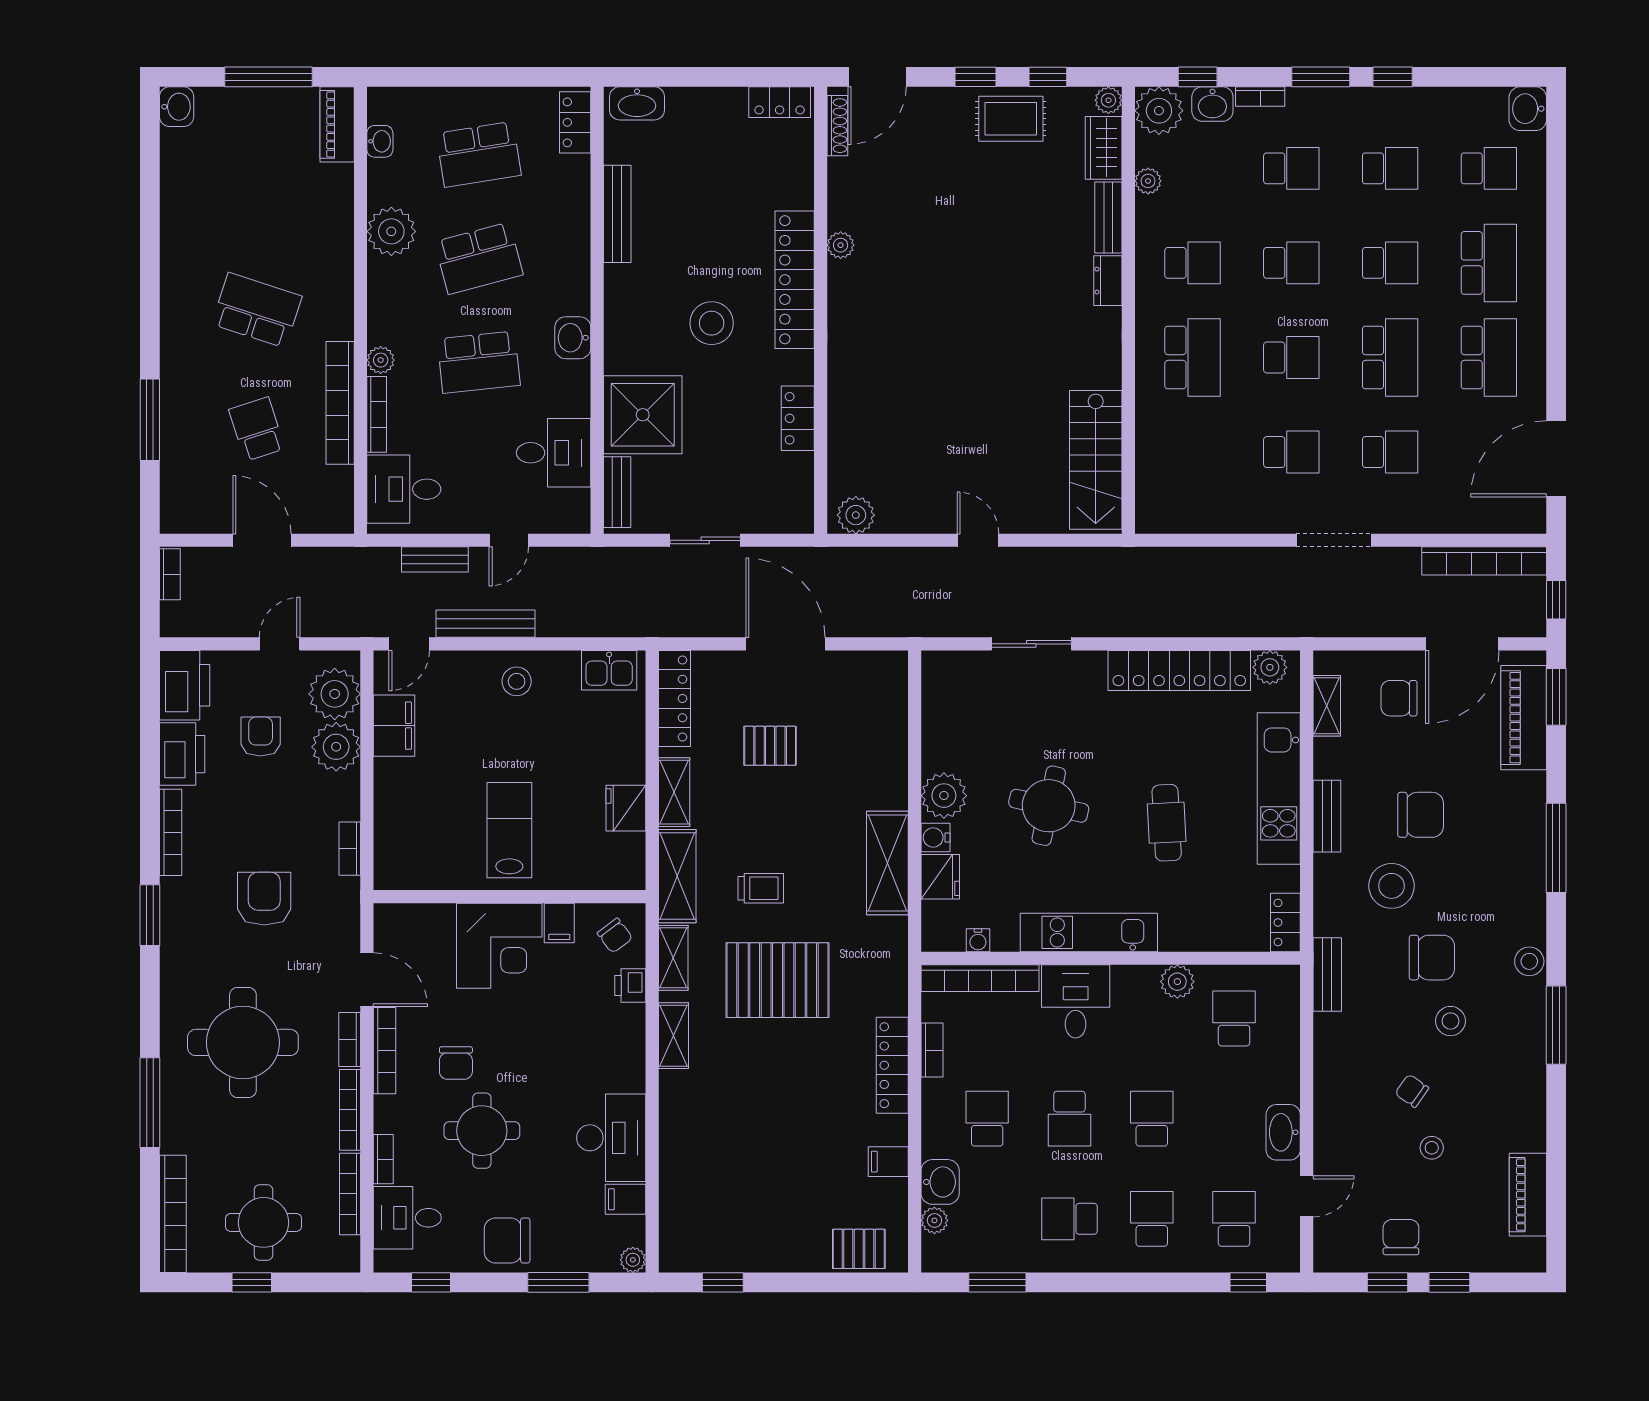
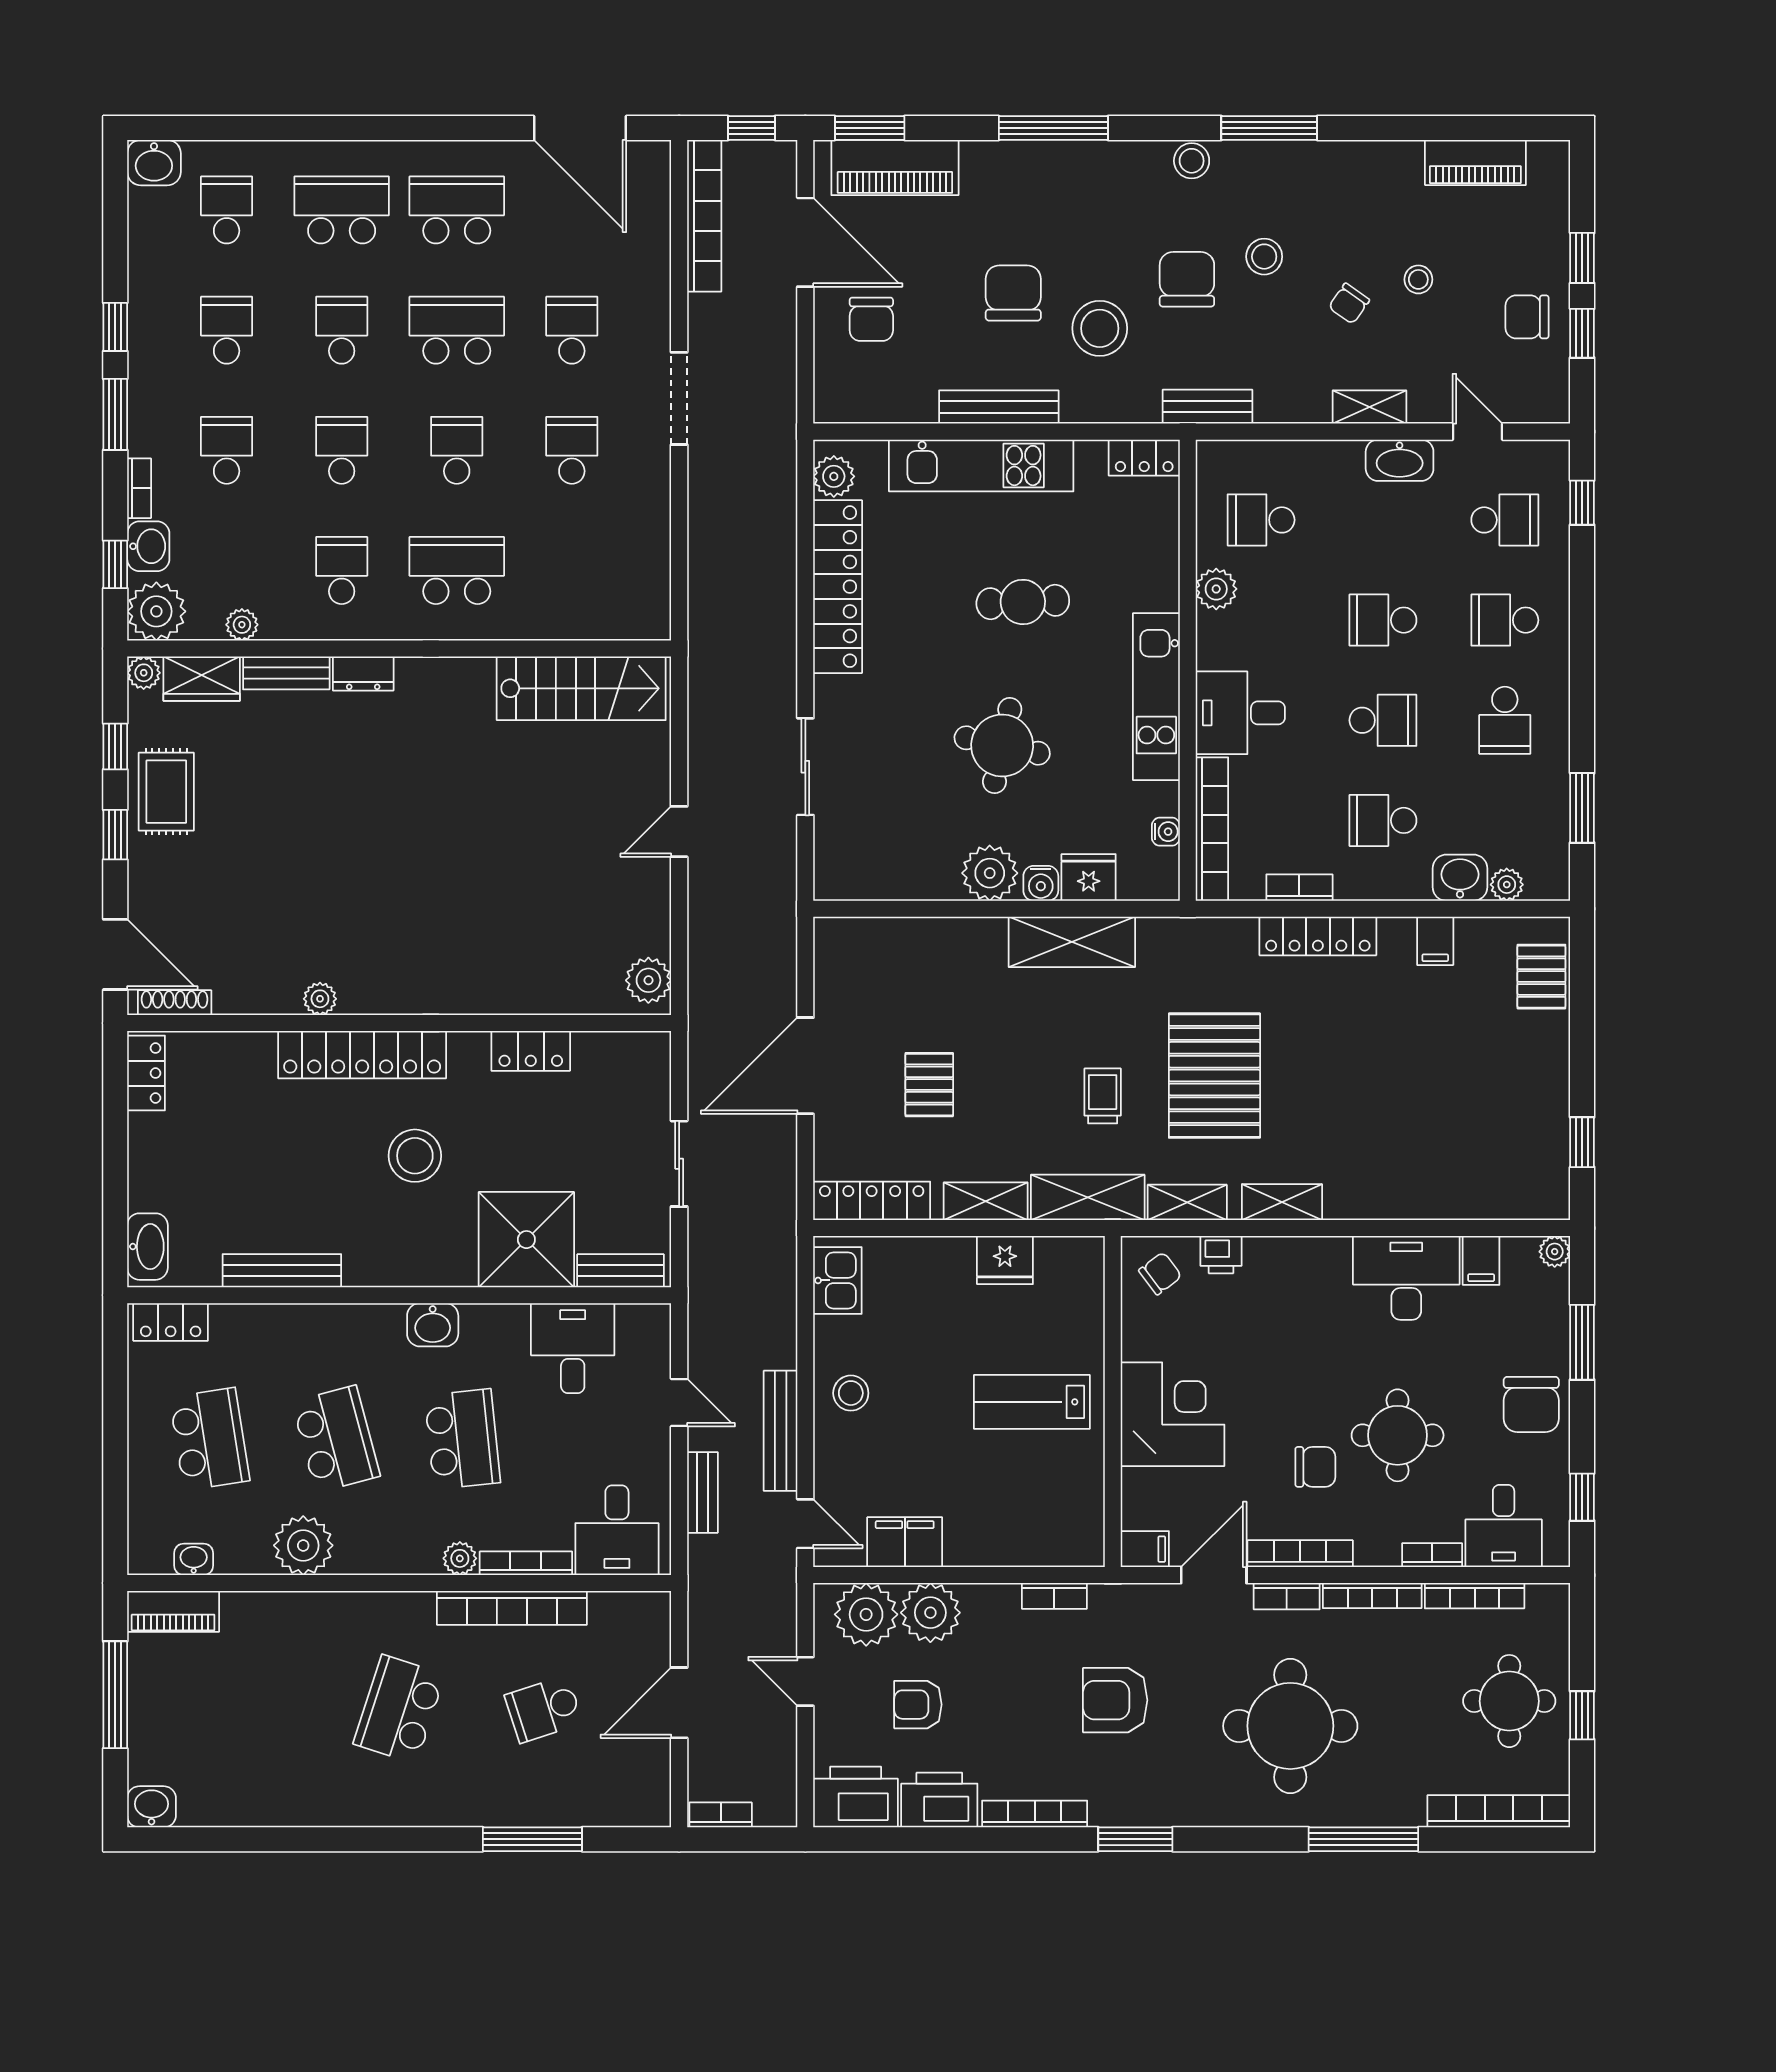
shelving: (1327, 706) -> (1369, 407), moved
bench: (1327, 816) -> (999, 407), width x1.36
filing cabinet: (559, 923) -> (1145, 1549), moved
school desk: (1234, 1219) -> (1505, 520), turned 180

